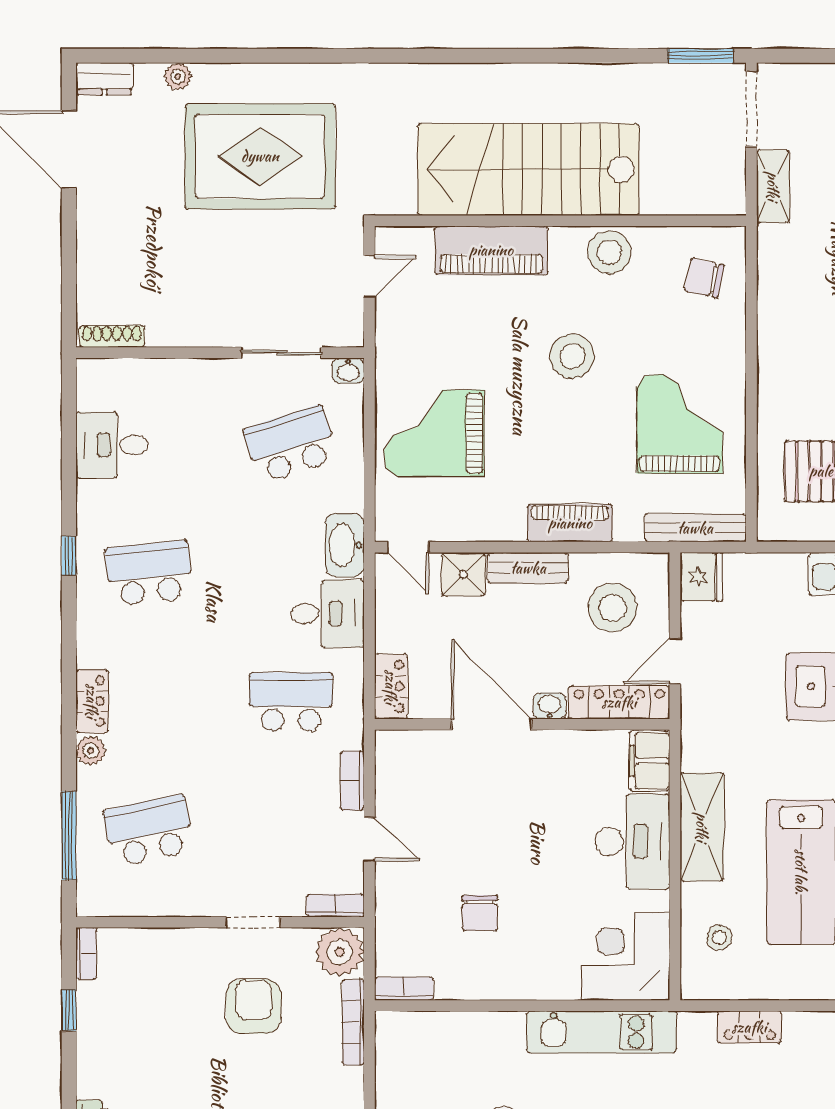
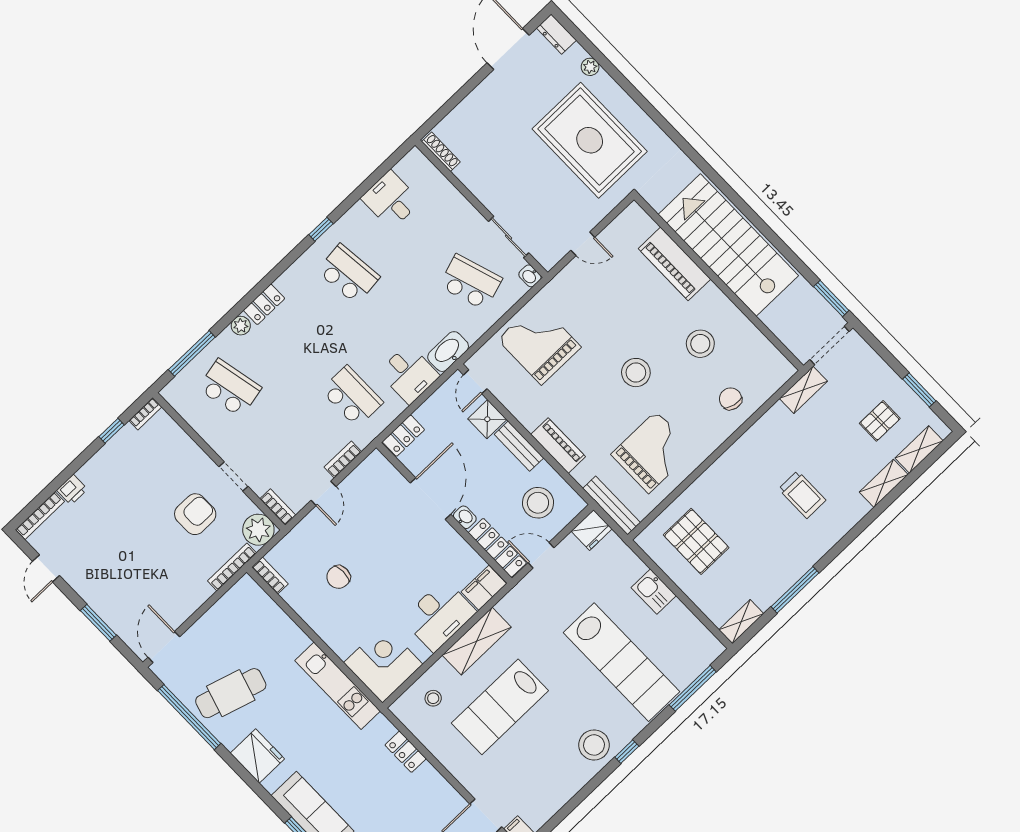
stairs: (528, 169) -> (728, 245), moved
wall: (560, 221) -> (719, 282), moved
piano: (491, 250) -> (674, 264), moved

